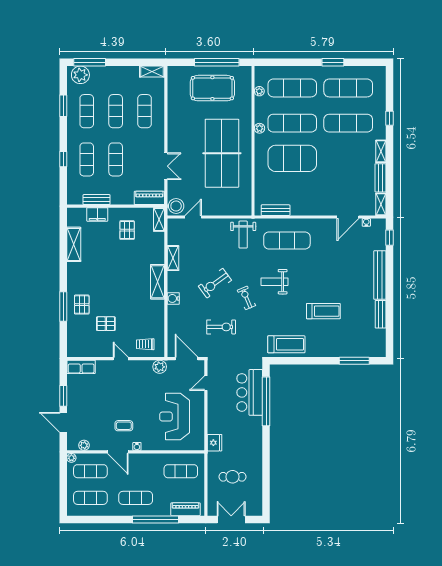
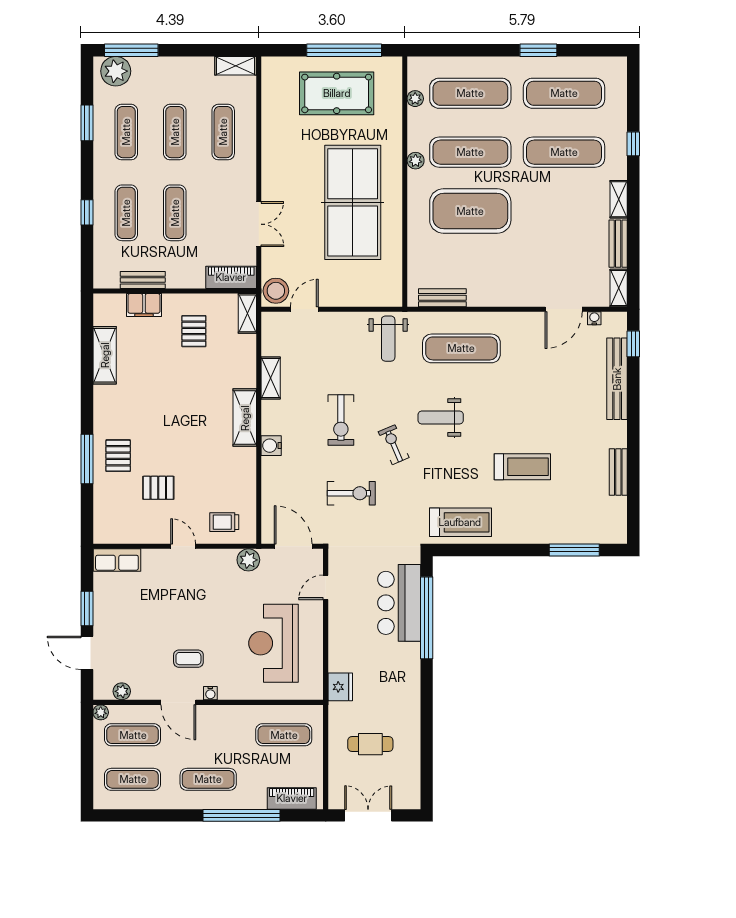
bench: (380, 275) -> (617, 379), moved
exercise bike: (215, 283) -> (341, 420), turned -54

